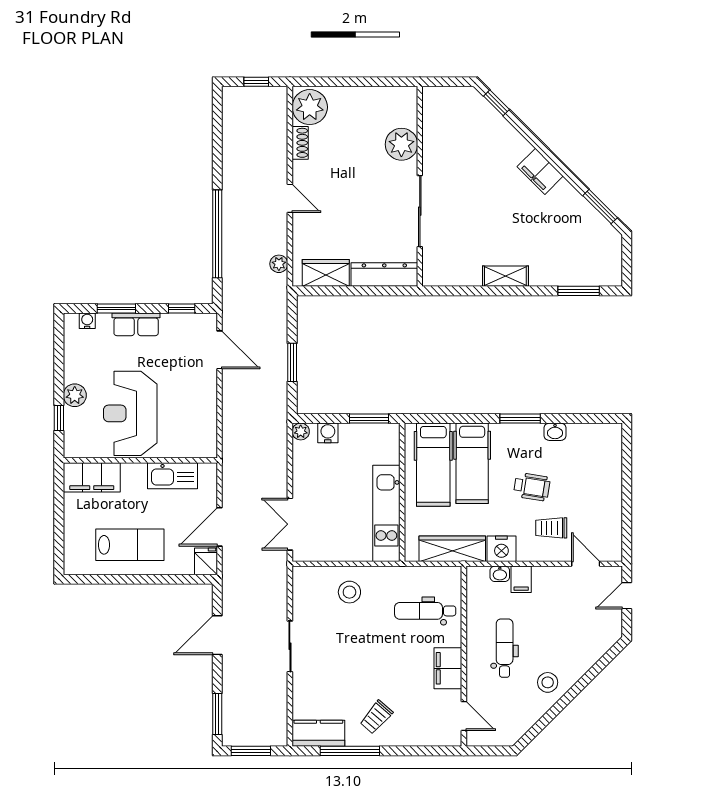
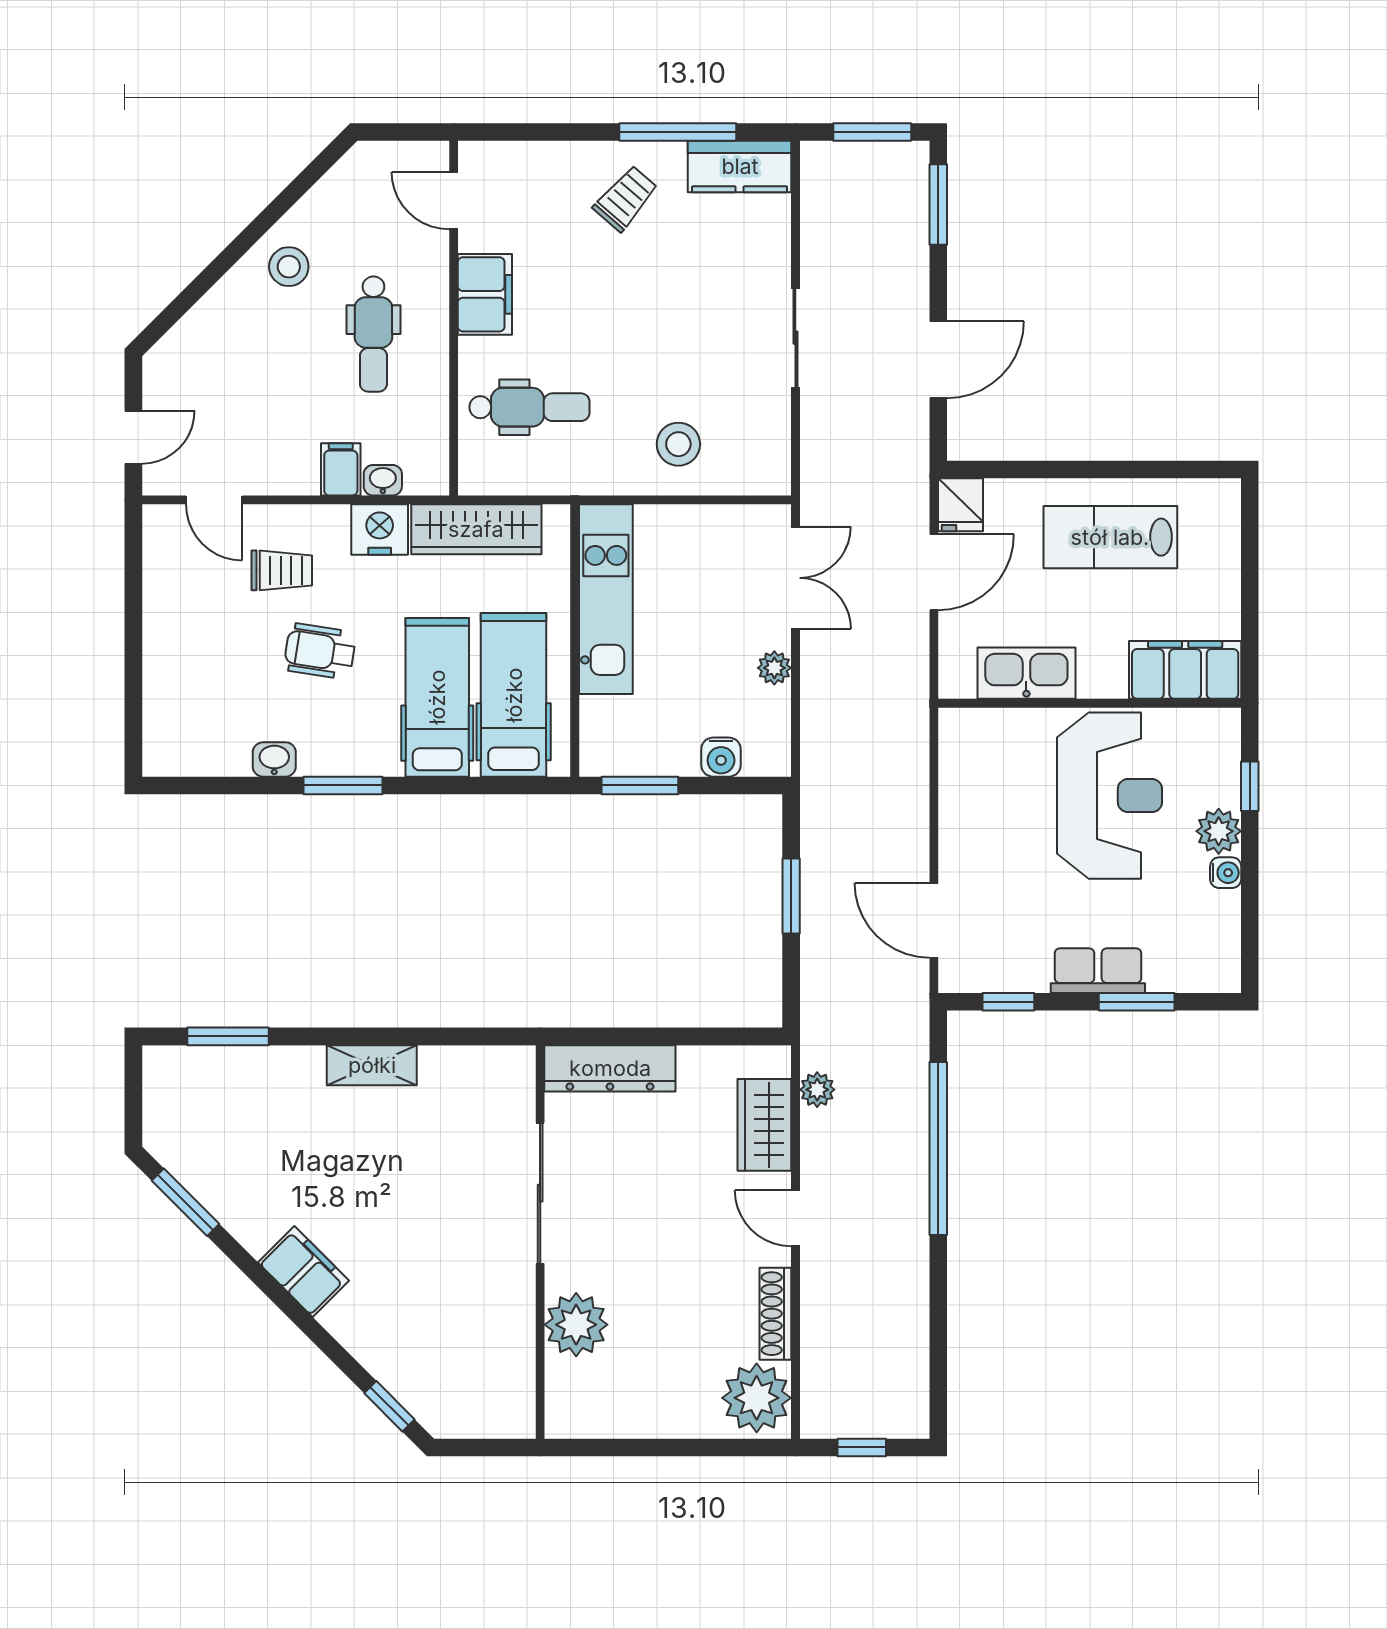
shoe rack: (300, 143) -> (775, 1314), width x1.43
wardrobe: (326, 273) -> (764, 1125), moved, turned 90
water cooler: (87, 321) -> (1226, 873), moved, turned -90
plant: (301, 431) -> (774, 668), moved

